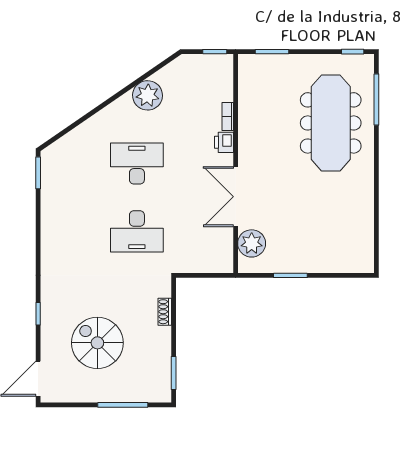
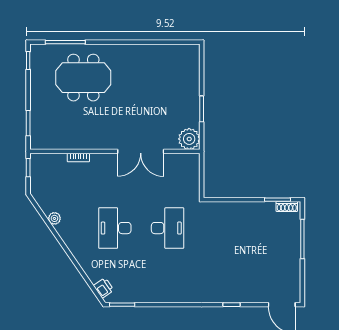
plant: (148, 95) -> (54, 218), width x0.53, depth x0.53
meeting table: (331, 123) -> (83, 78), width x0.73
printer: (224, 142) -> (104, 288), moved, turned -125
plant: (252, 243) -> (189, 139), moved
shoe rack: (165, 312) -> (287, 206), moved
spiral stairs: (97, 343) -> (254, 259), removed

